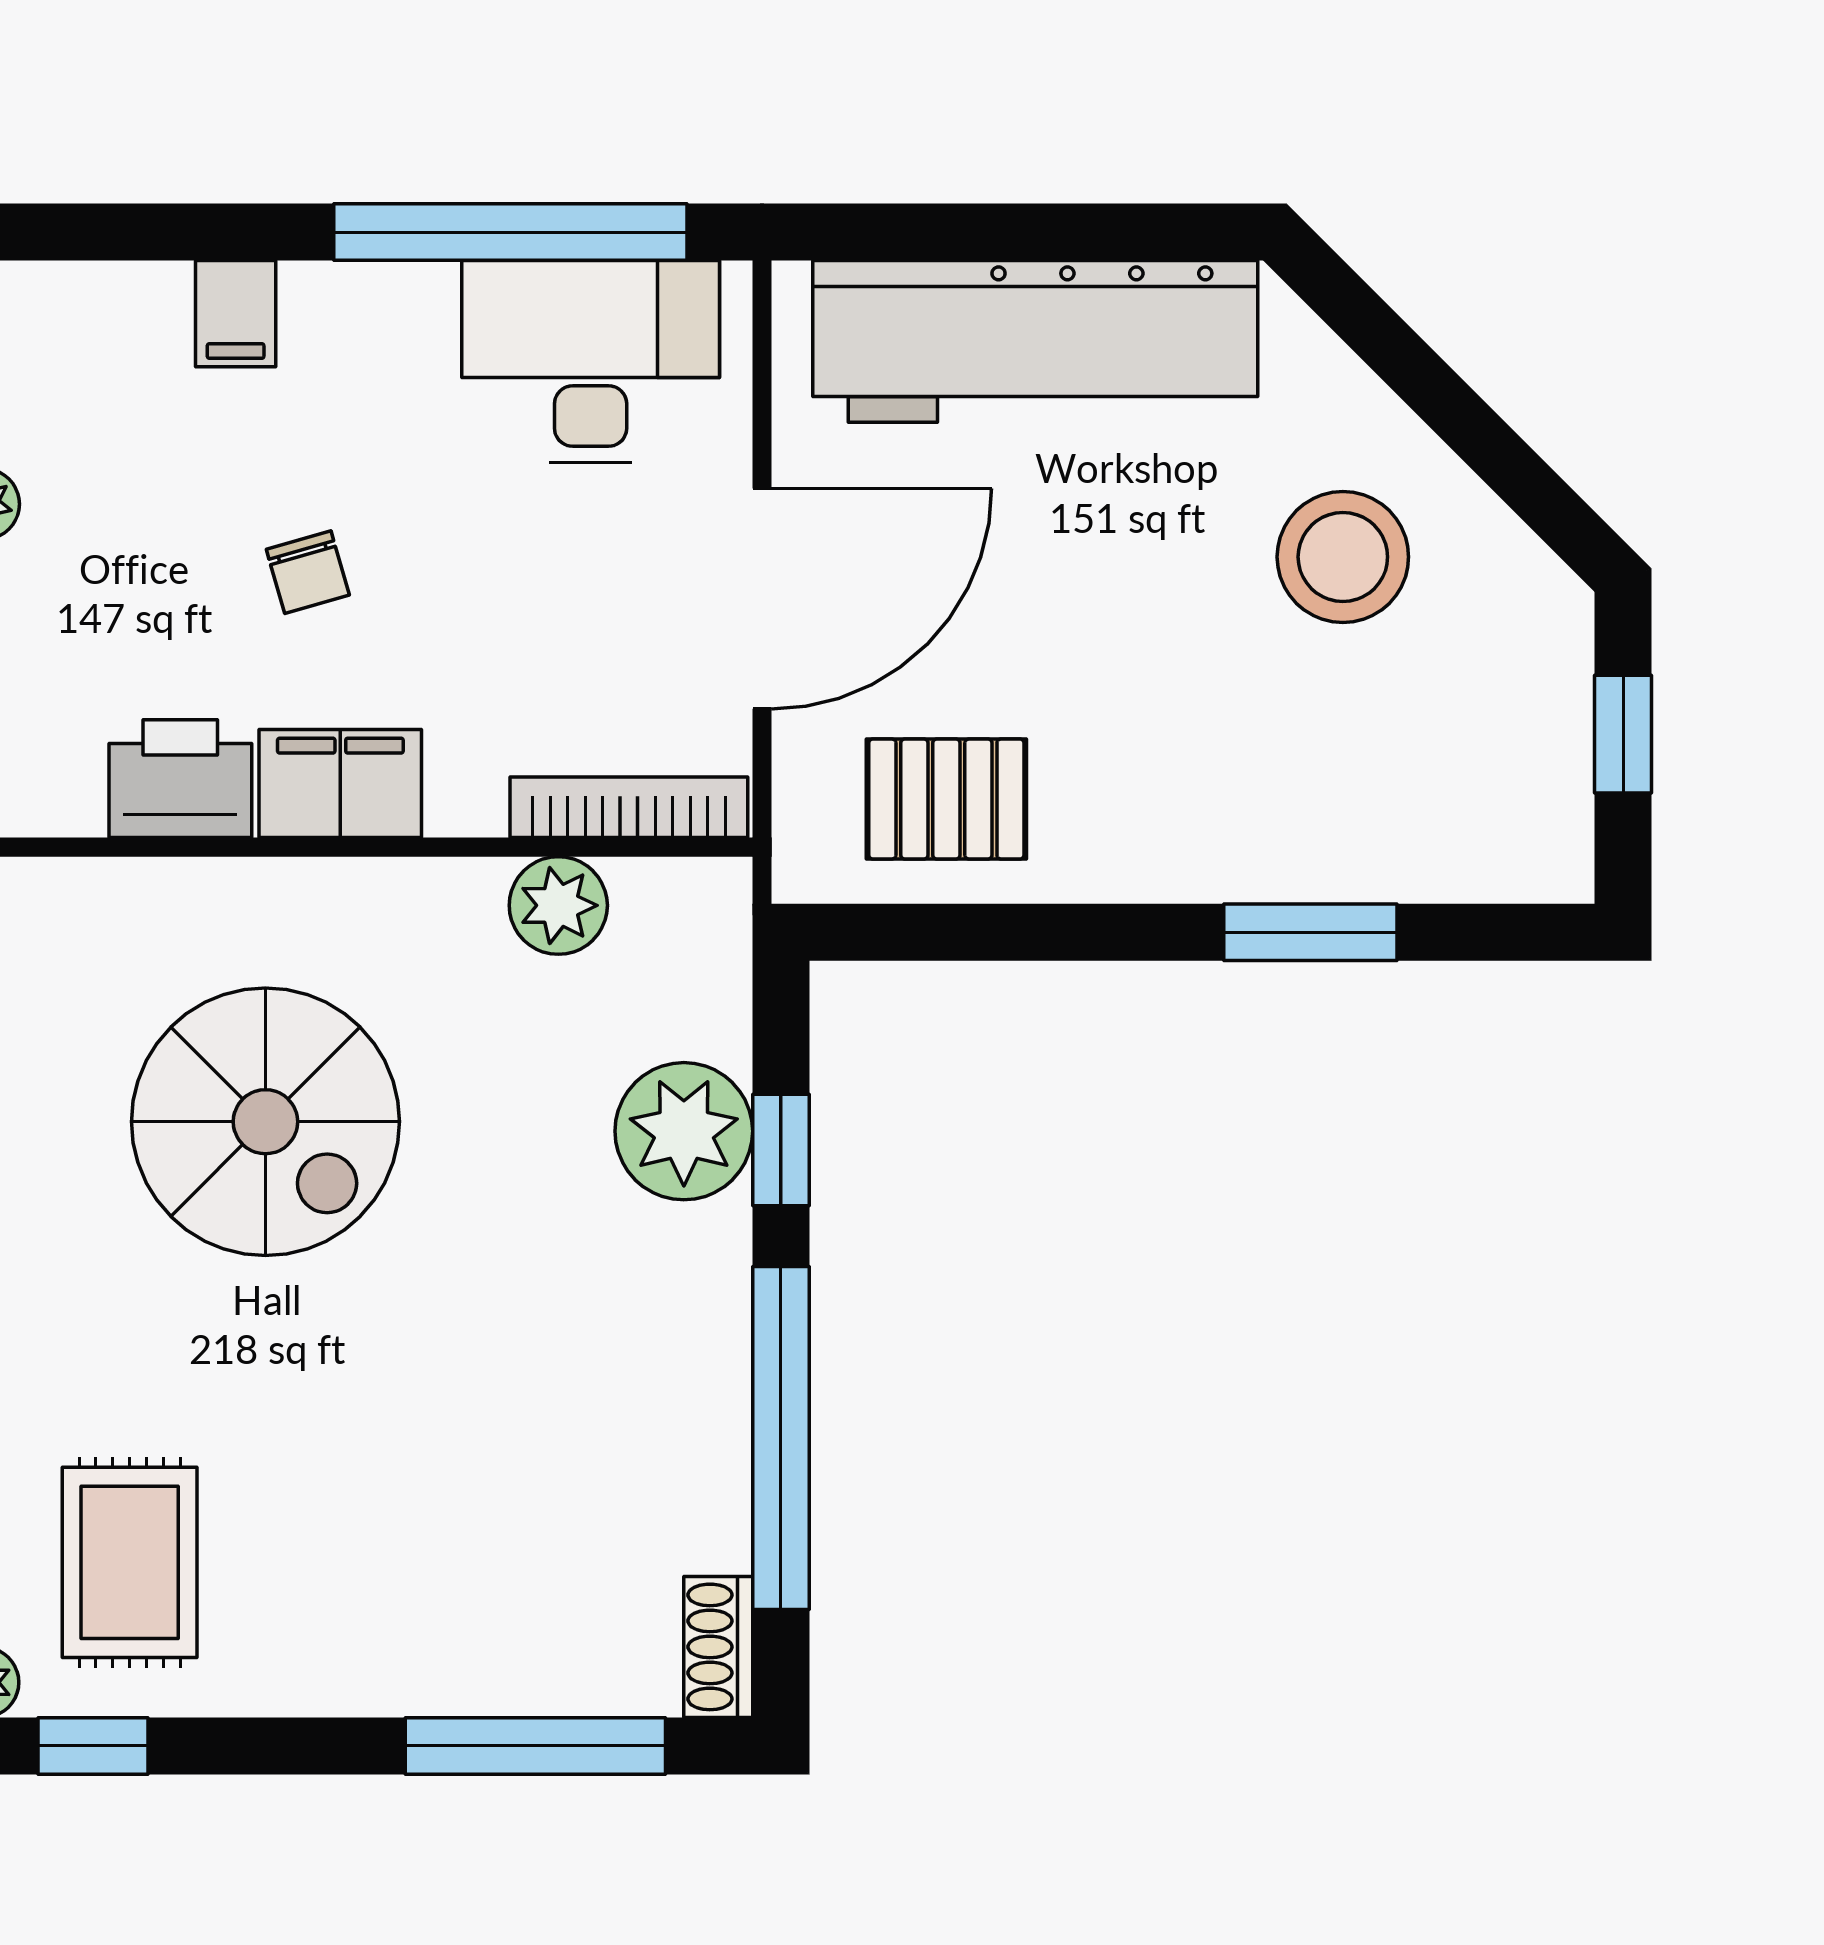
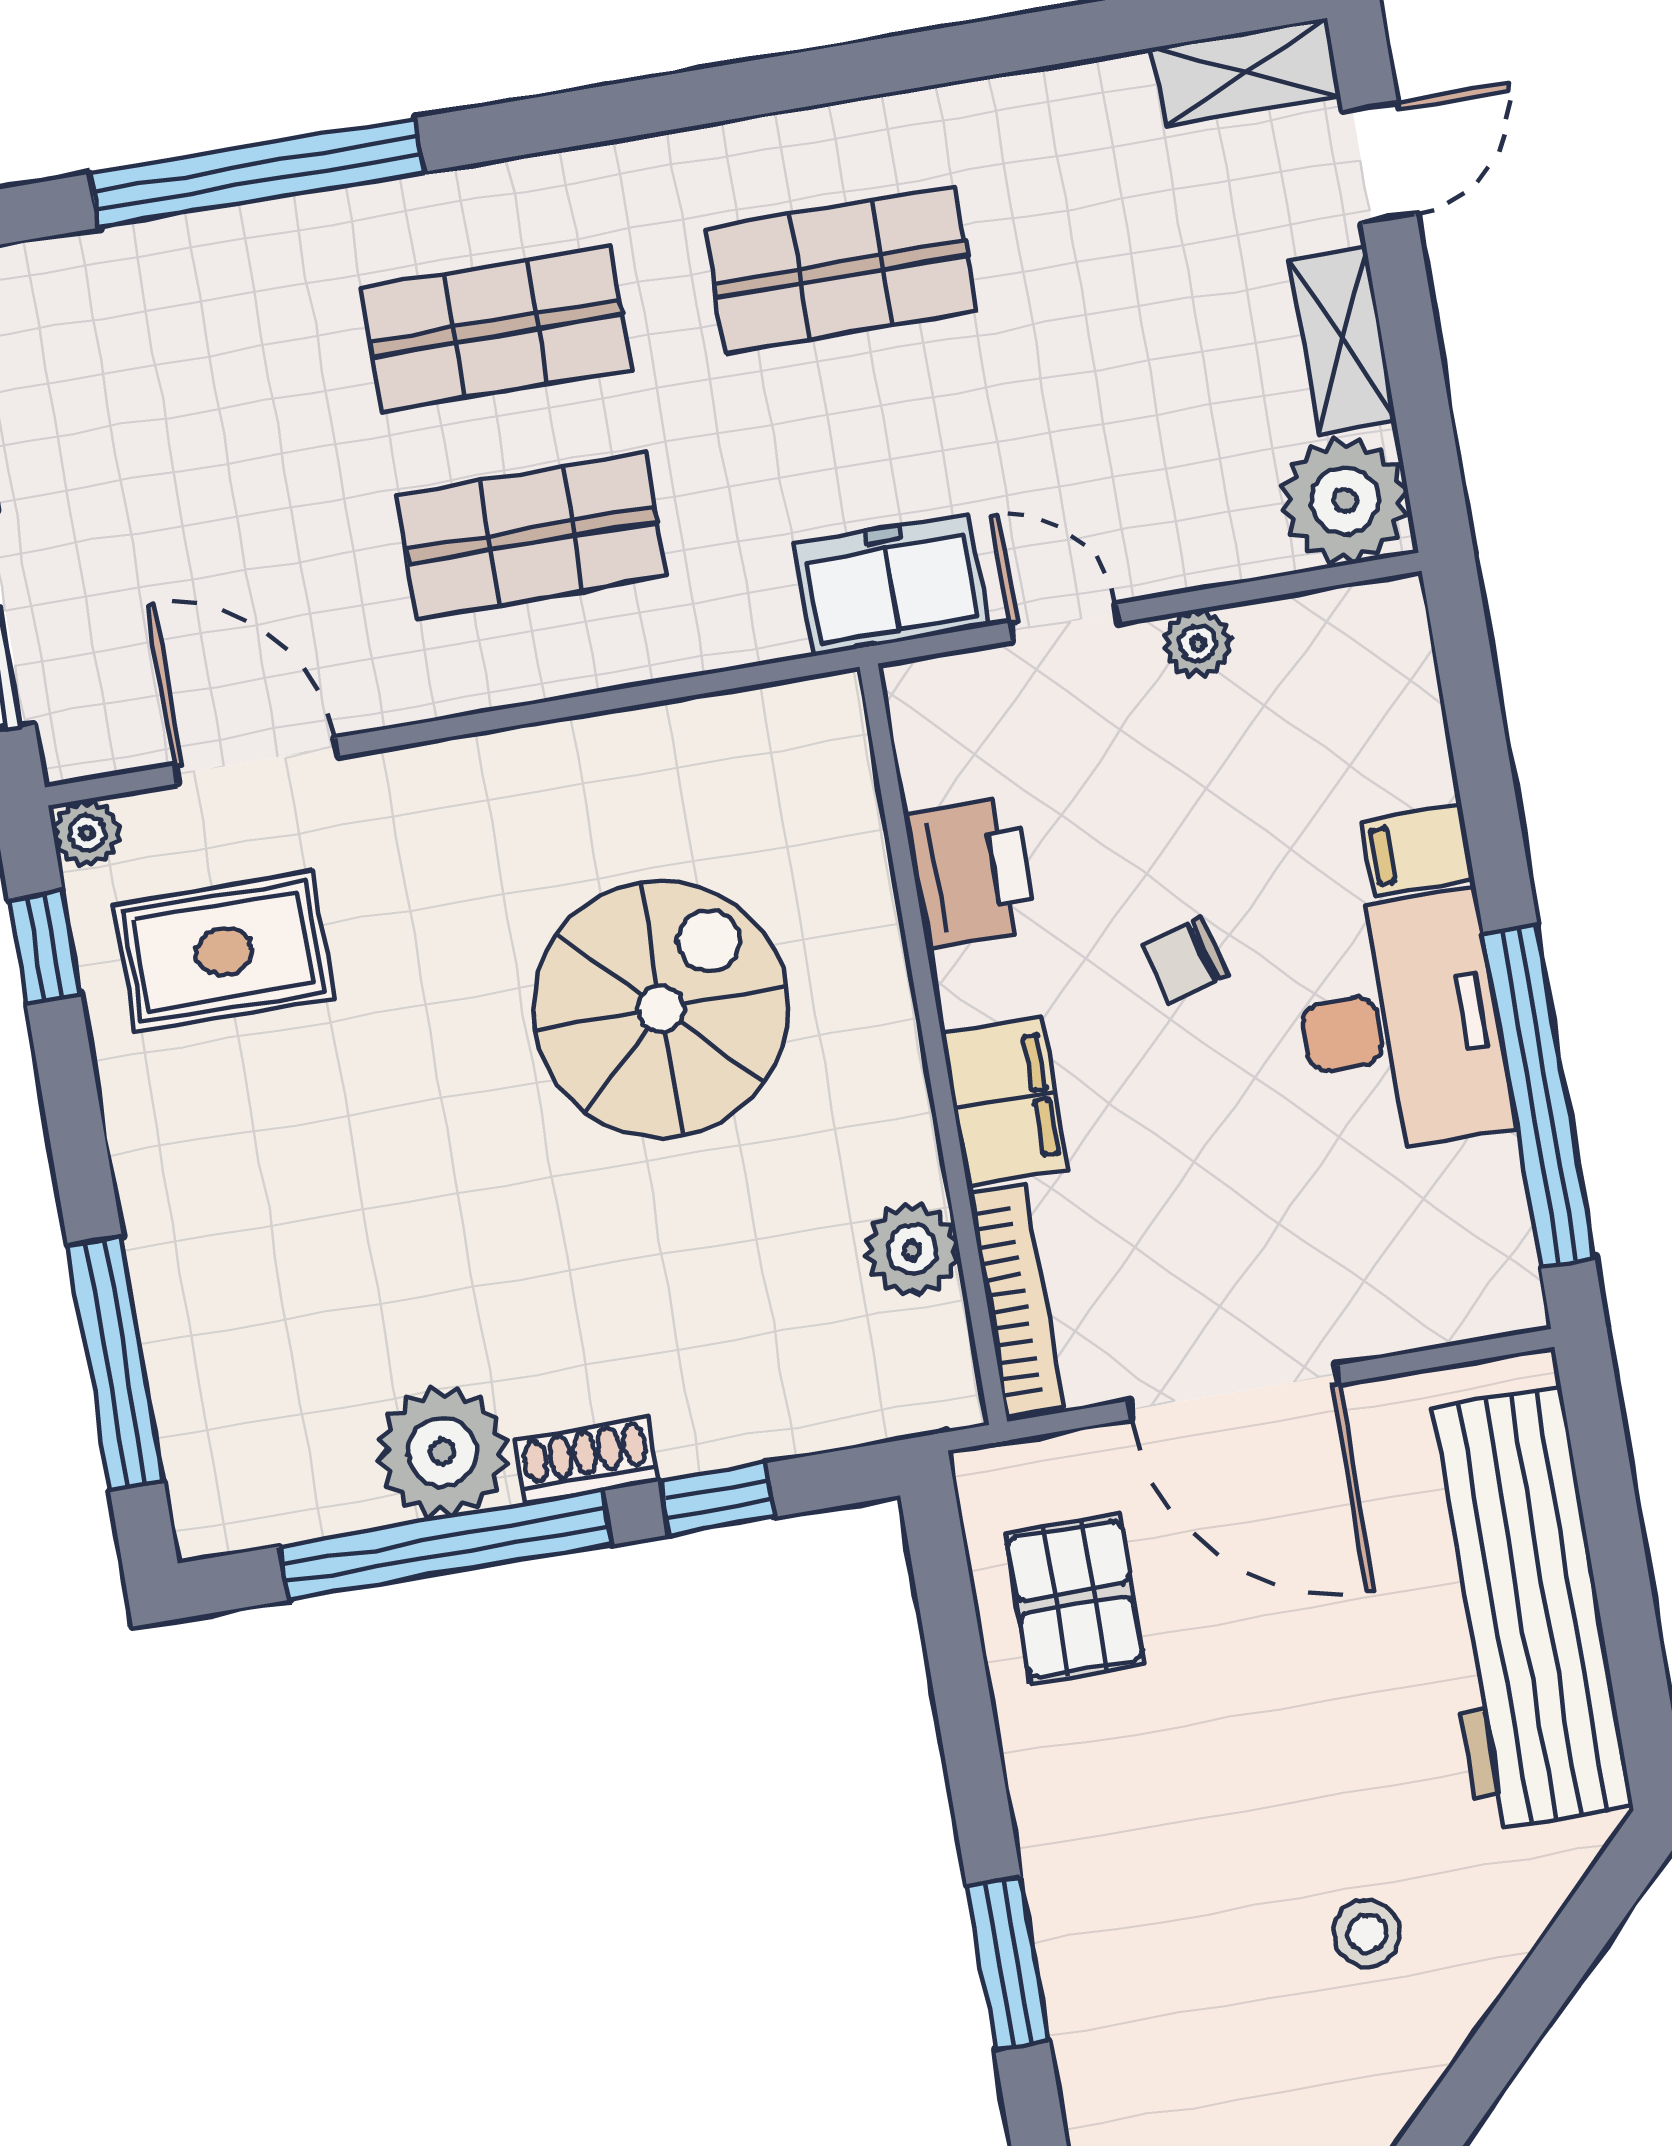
desk: (591, 361) -> (1401, 1024), moved
stool: (1343, 557) -> (1367, 1933), width x0.53, depth x0.53
filing cabinet: (340, 783) -> (1005, 1101), moved
spiral stairs: (265, 1122) -> (661, 1009), turned 180
plant: (684, 1131) -> (442, 1452), moved
shoe rack: (718, 1647) -> (586, 1461), moved

